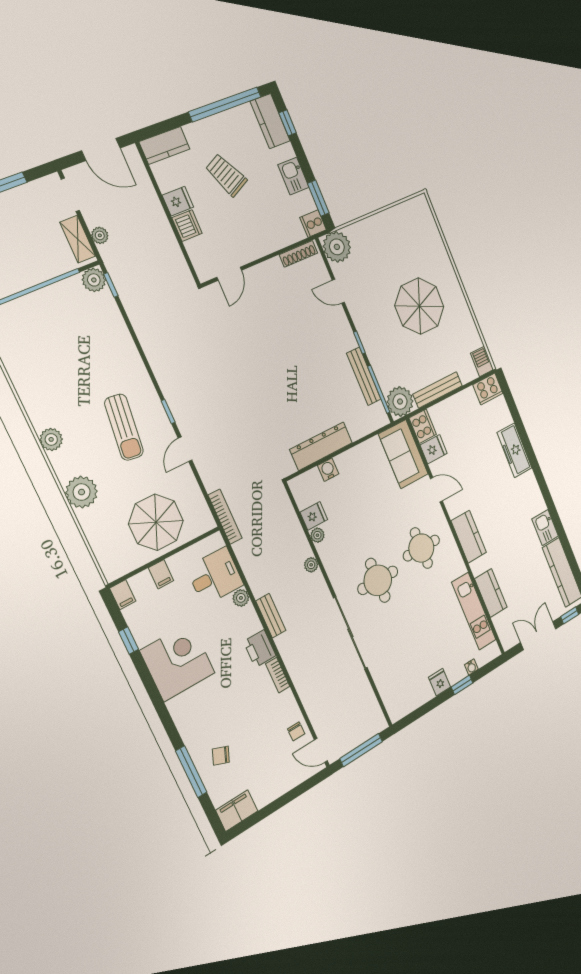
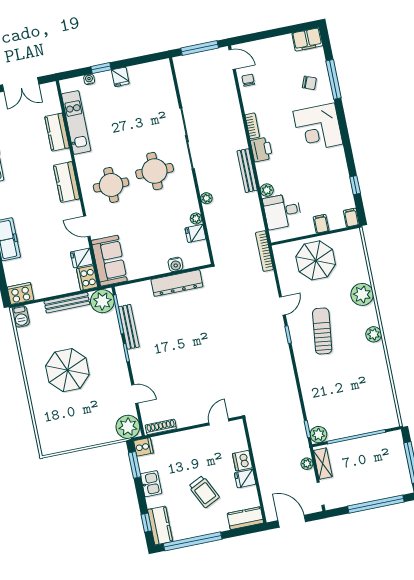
bench: (271, 616) -> (247, 171), width x1.36
corner desk: (178, 662) -> (318, 128), moved

